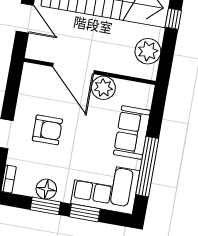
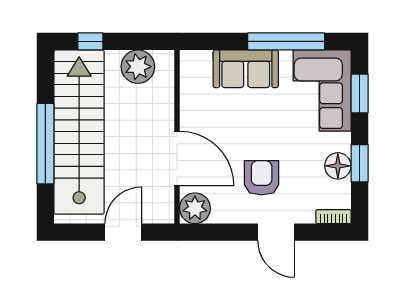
door: (73, 69) -> (177, 158), hinge flipped
plant: (103, 88) -> (195, 208), moved
window: (85, 213) -> (360, 94), moved

